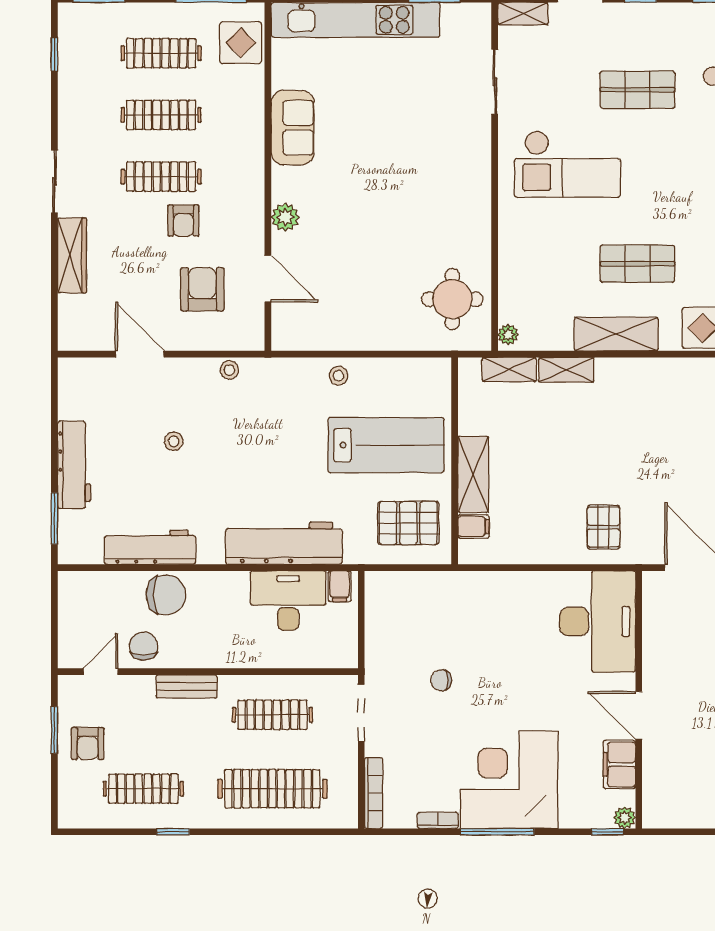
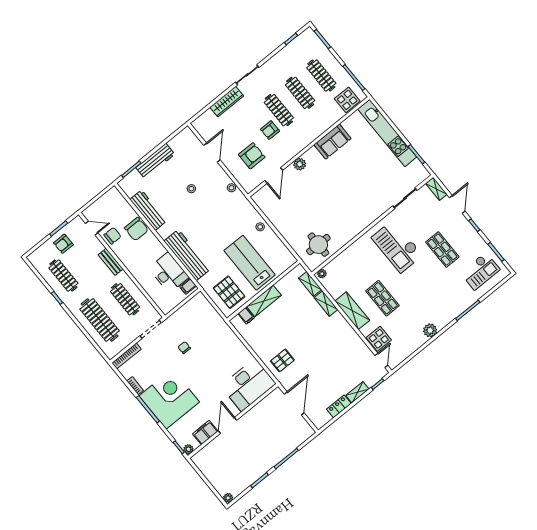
lab bench: (386, 445) -> (250, 263), turned 180

